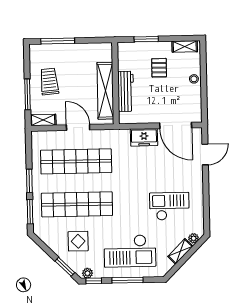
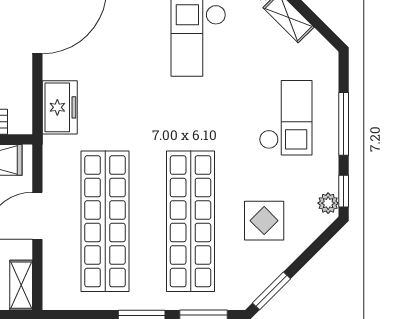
freezer: (144, 137) -> (60, 107), moved
checkout: (130, 251) -> (286, 118), width x0.73, depth x0.83
window: (65, 267) -> (271, 291), moved

